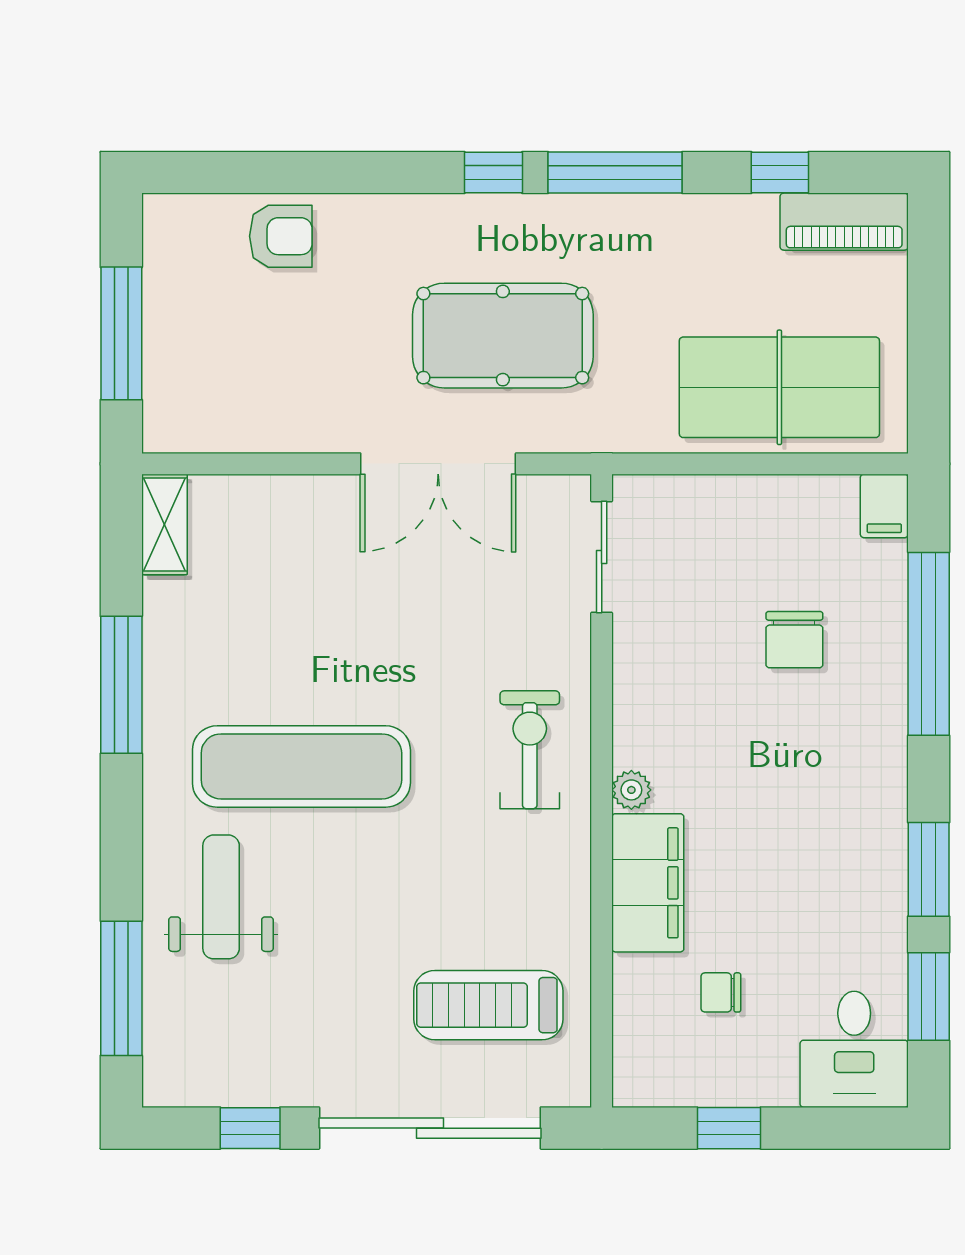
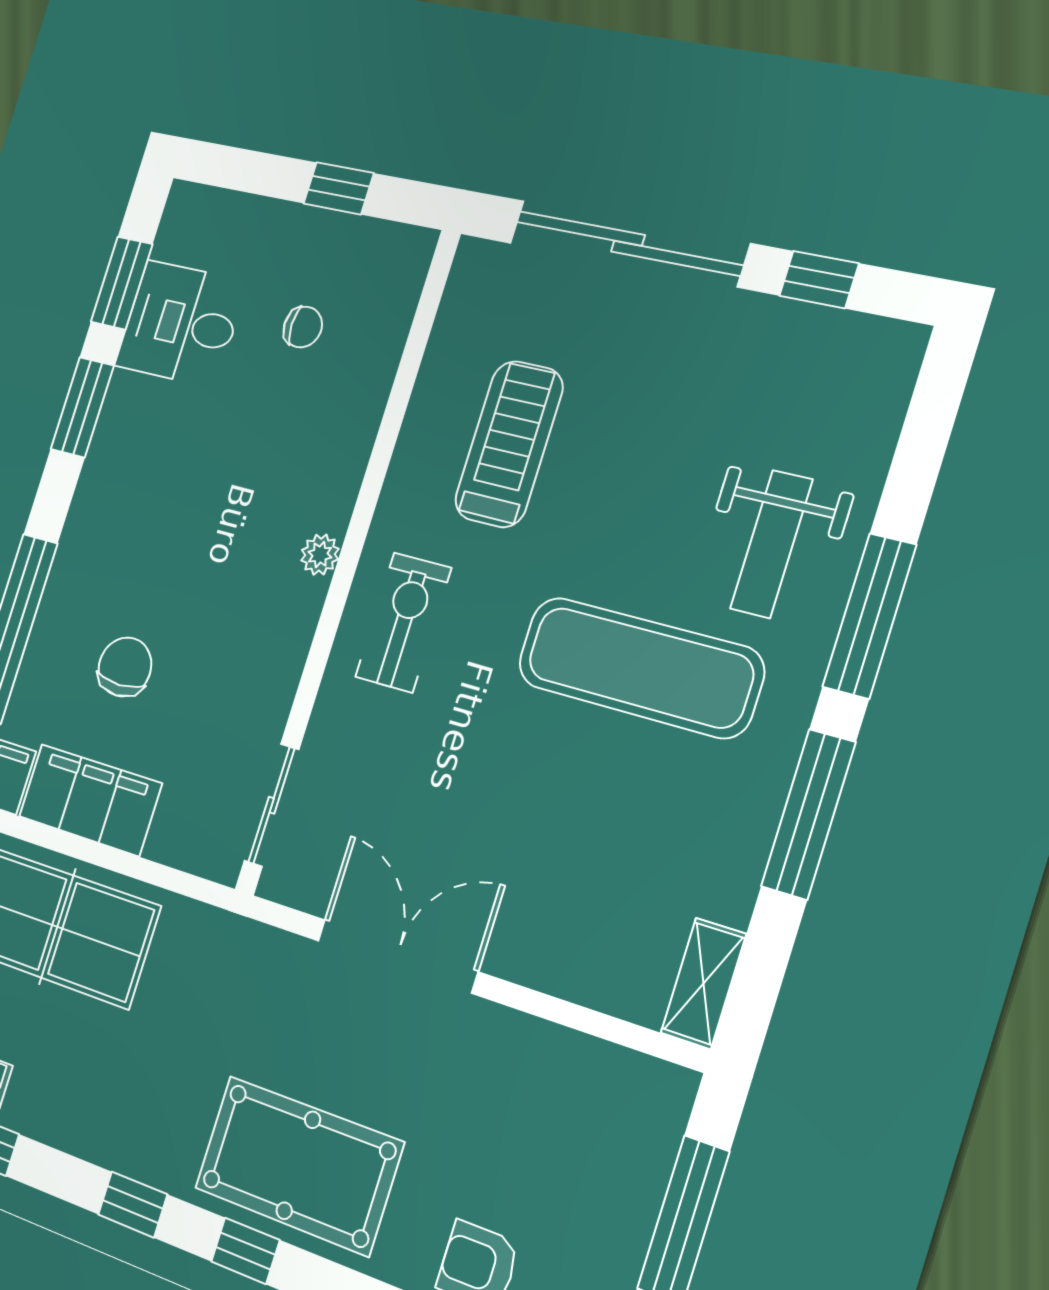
window: (615, 173) -> (133, 1205), width x0.46
pool table: (503, 336) -> (298, 1165), moved
exercise bike: (530, 750) -> (403, 623), turned 180
filing cabinet: (648, 883) -> (90, 800), moved, turned 90
window: (121, 988) -> (869, 616), moved
treadmill: (488, 1005) -> (509, 444), moved, turned -90
desk: (854, 1049) -> (181, 324), moved, turned -90

